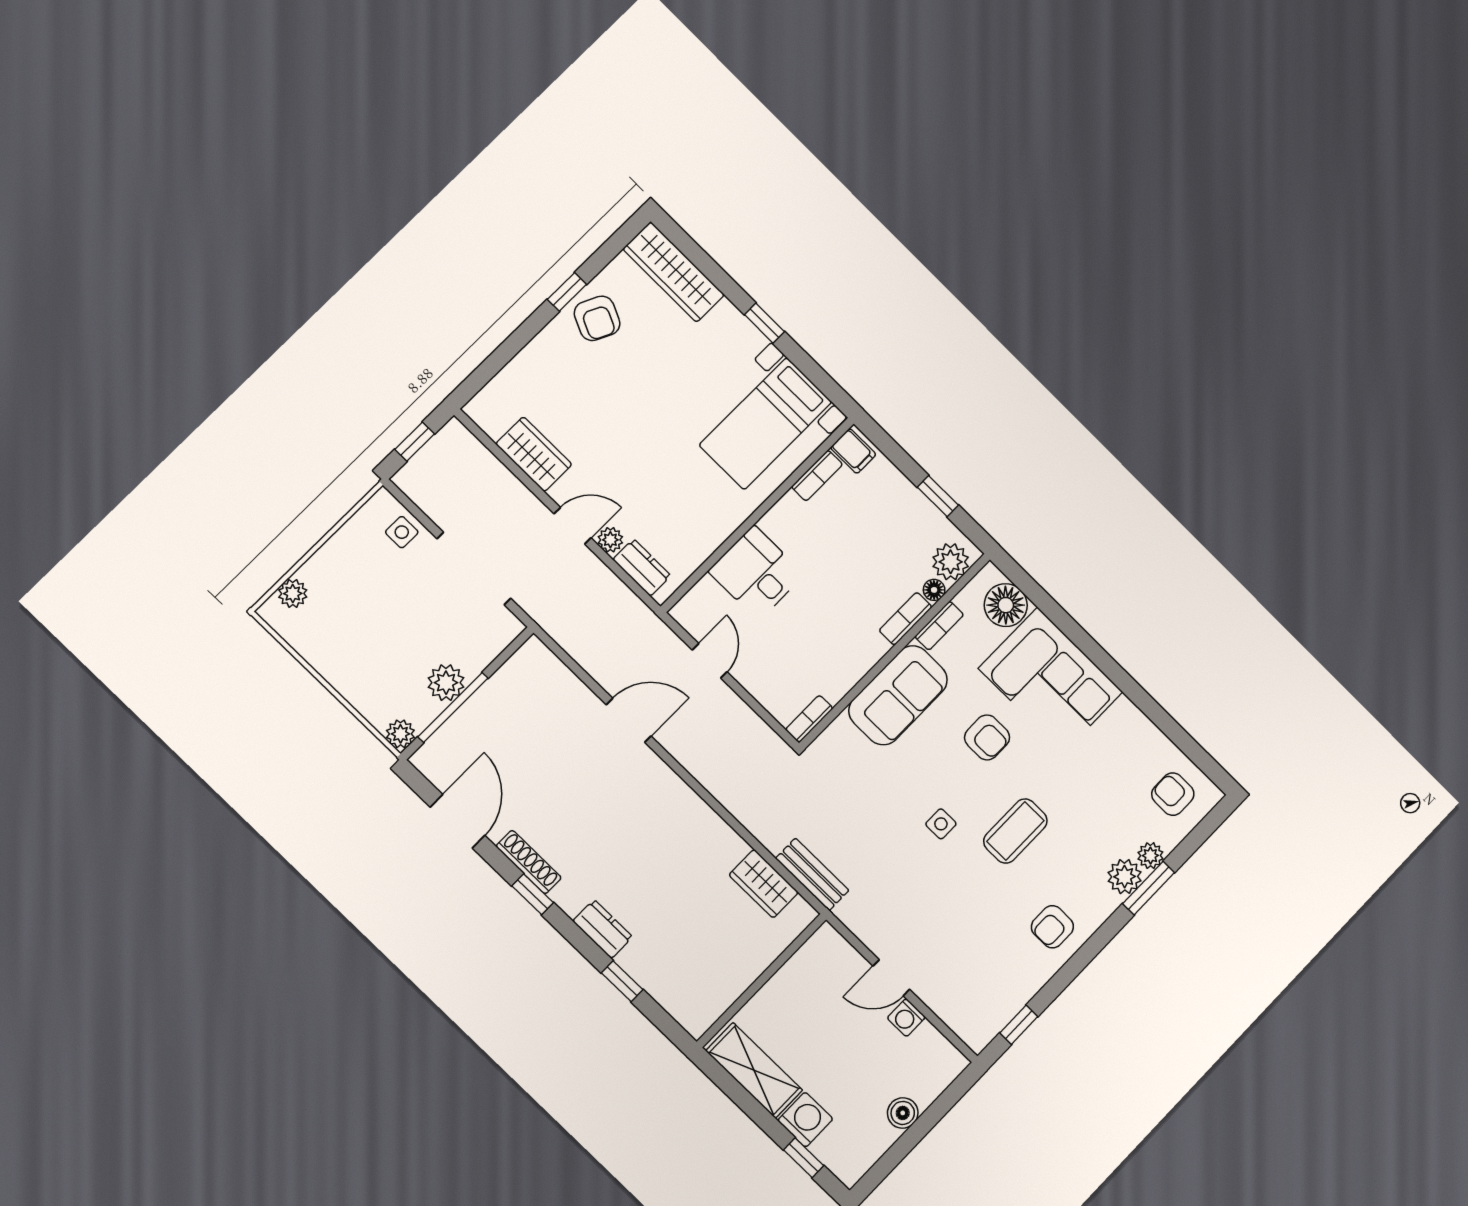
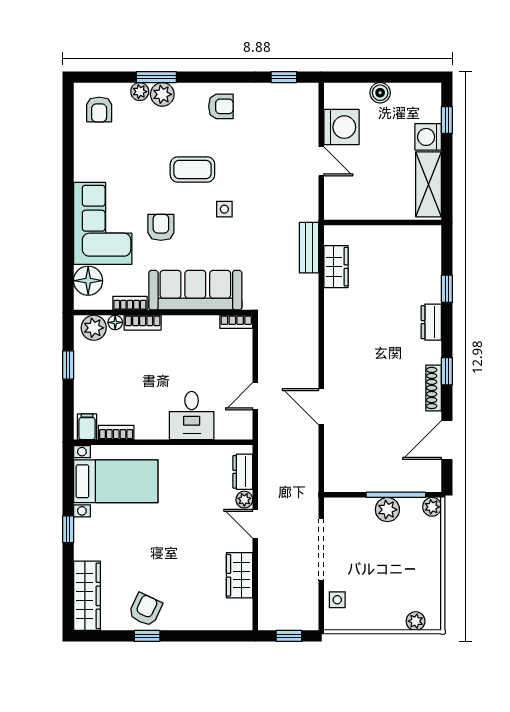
sofa: (898, 695) -> (195, 290), width x1.36
washing machine: (906, 1018) -> (341, 127), width x1.89, depth x1.89

